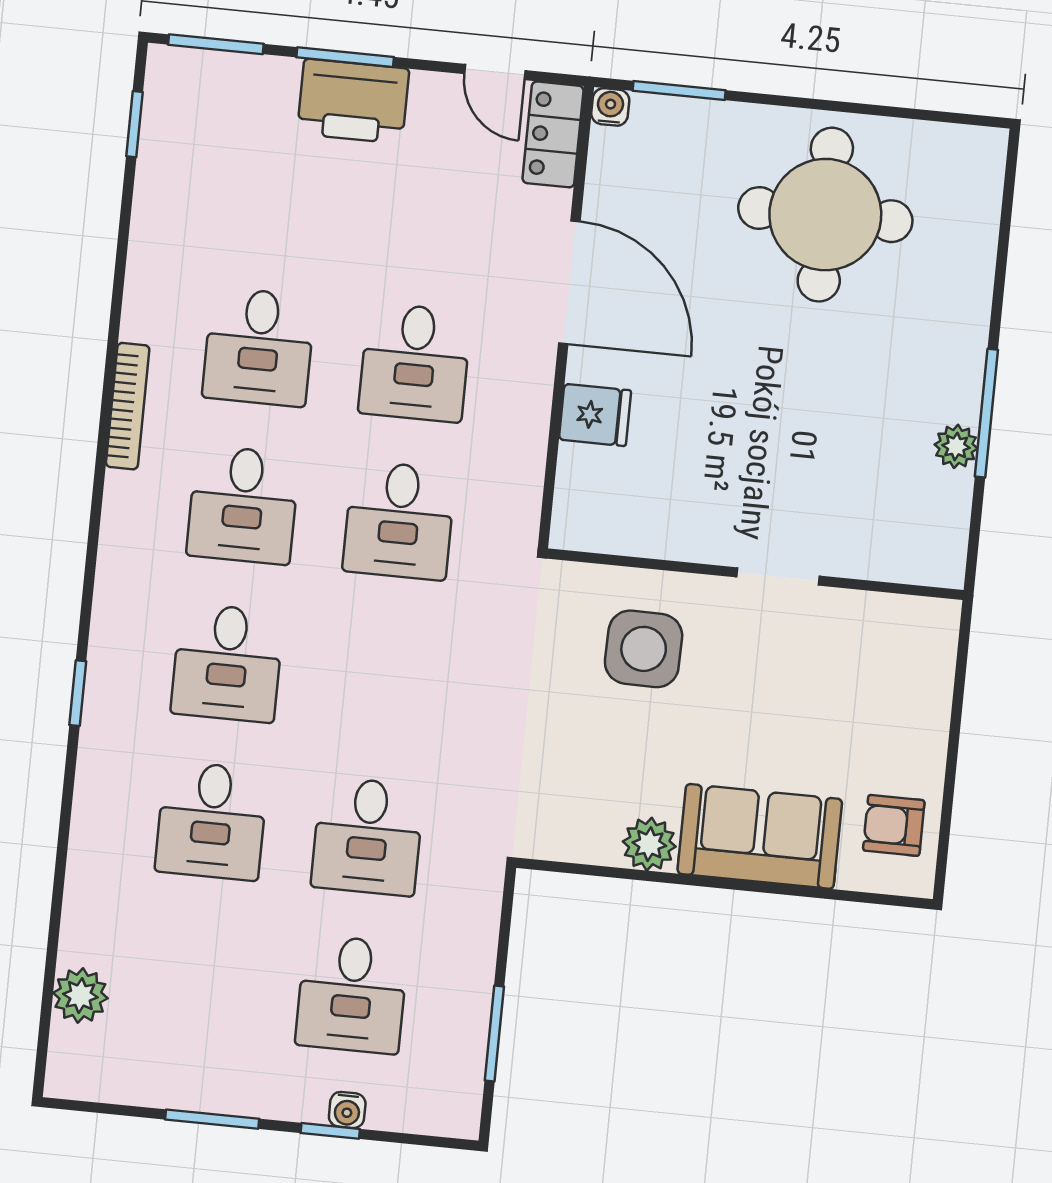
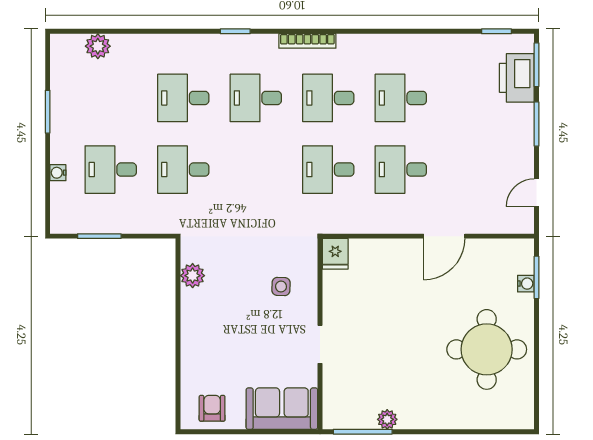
printer: (353, 101) -> (517, 78), moved
water cooler: (610, 107) -> (526, 284), moved
locker: (553, 134) -> (511, 222), removed
door: (569, 282) -> (444, 236), width x0.73
bookcase: (128, 406) -> (307, 41), moved
window: (986, 413) -> (363, 432), moved
fridge: (595, 415) -> (335, 254), moved
side table: (644, 649) -> (281, 287), width x0.54, depth x0.54
sofa: (760, 836) -> (282, 409), moved, turned -90
plant: (649, 844) -> (193, 276), moved
window: (330, 1131) -> (48, 166), removed

